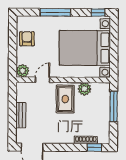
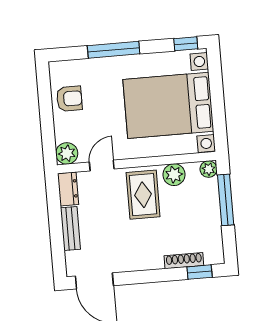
armchair: (27, 39) -> (69, 99), turned 90
plant: (105, 87) -> (209, 169), added
dresser: (21, 92) -> (68, 189), added

